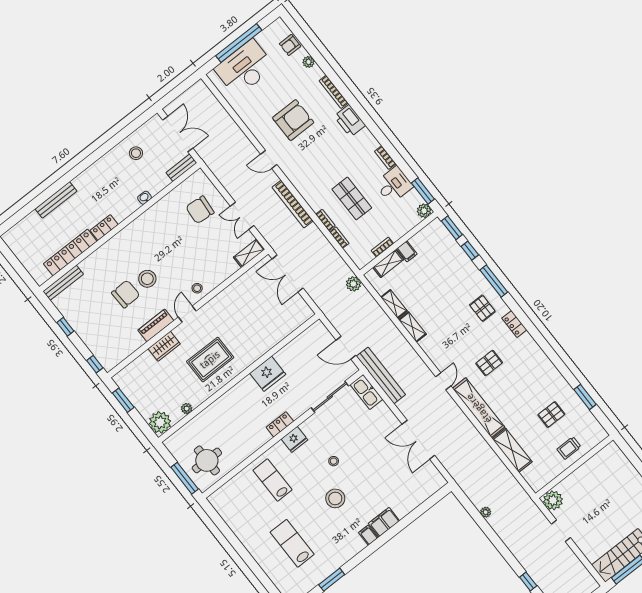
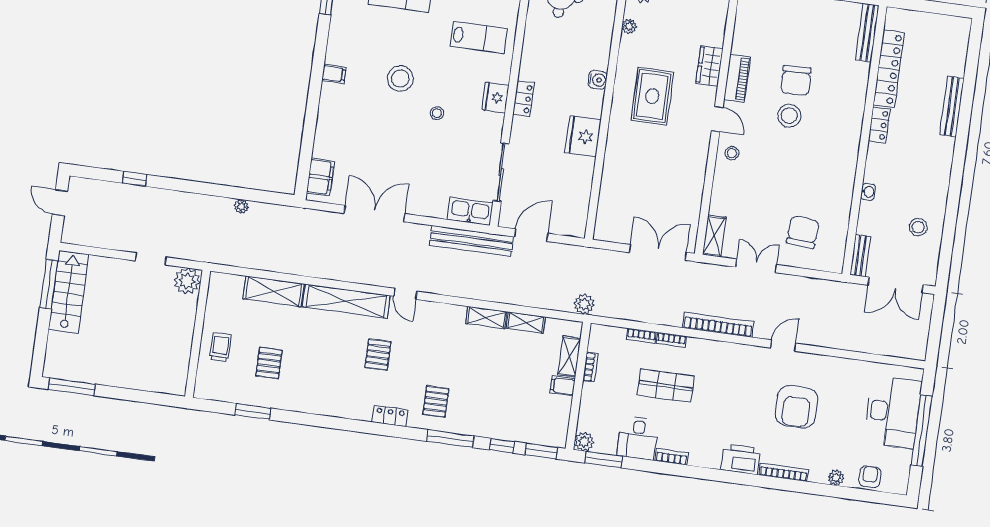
pallet: (482, 308) -> (436, 402), turned 90
water cooler: (231, 396) -> (598, 80), added
filing cabinet: (384, 522) -> (320, 177), moved

